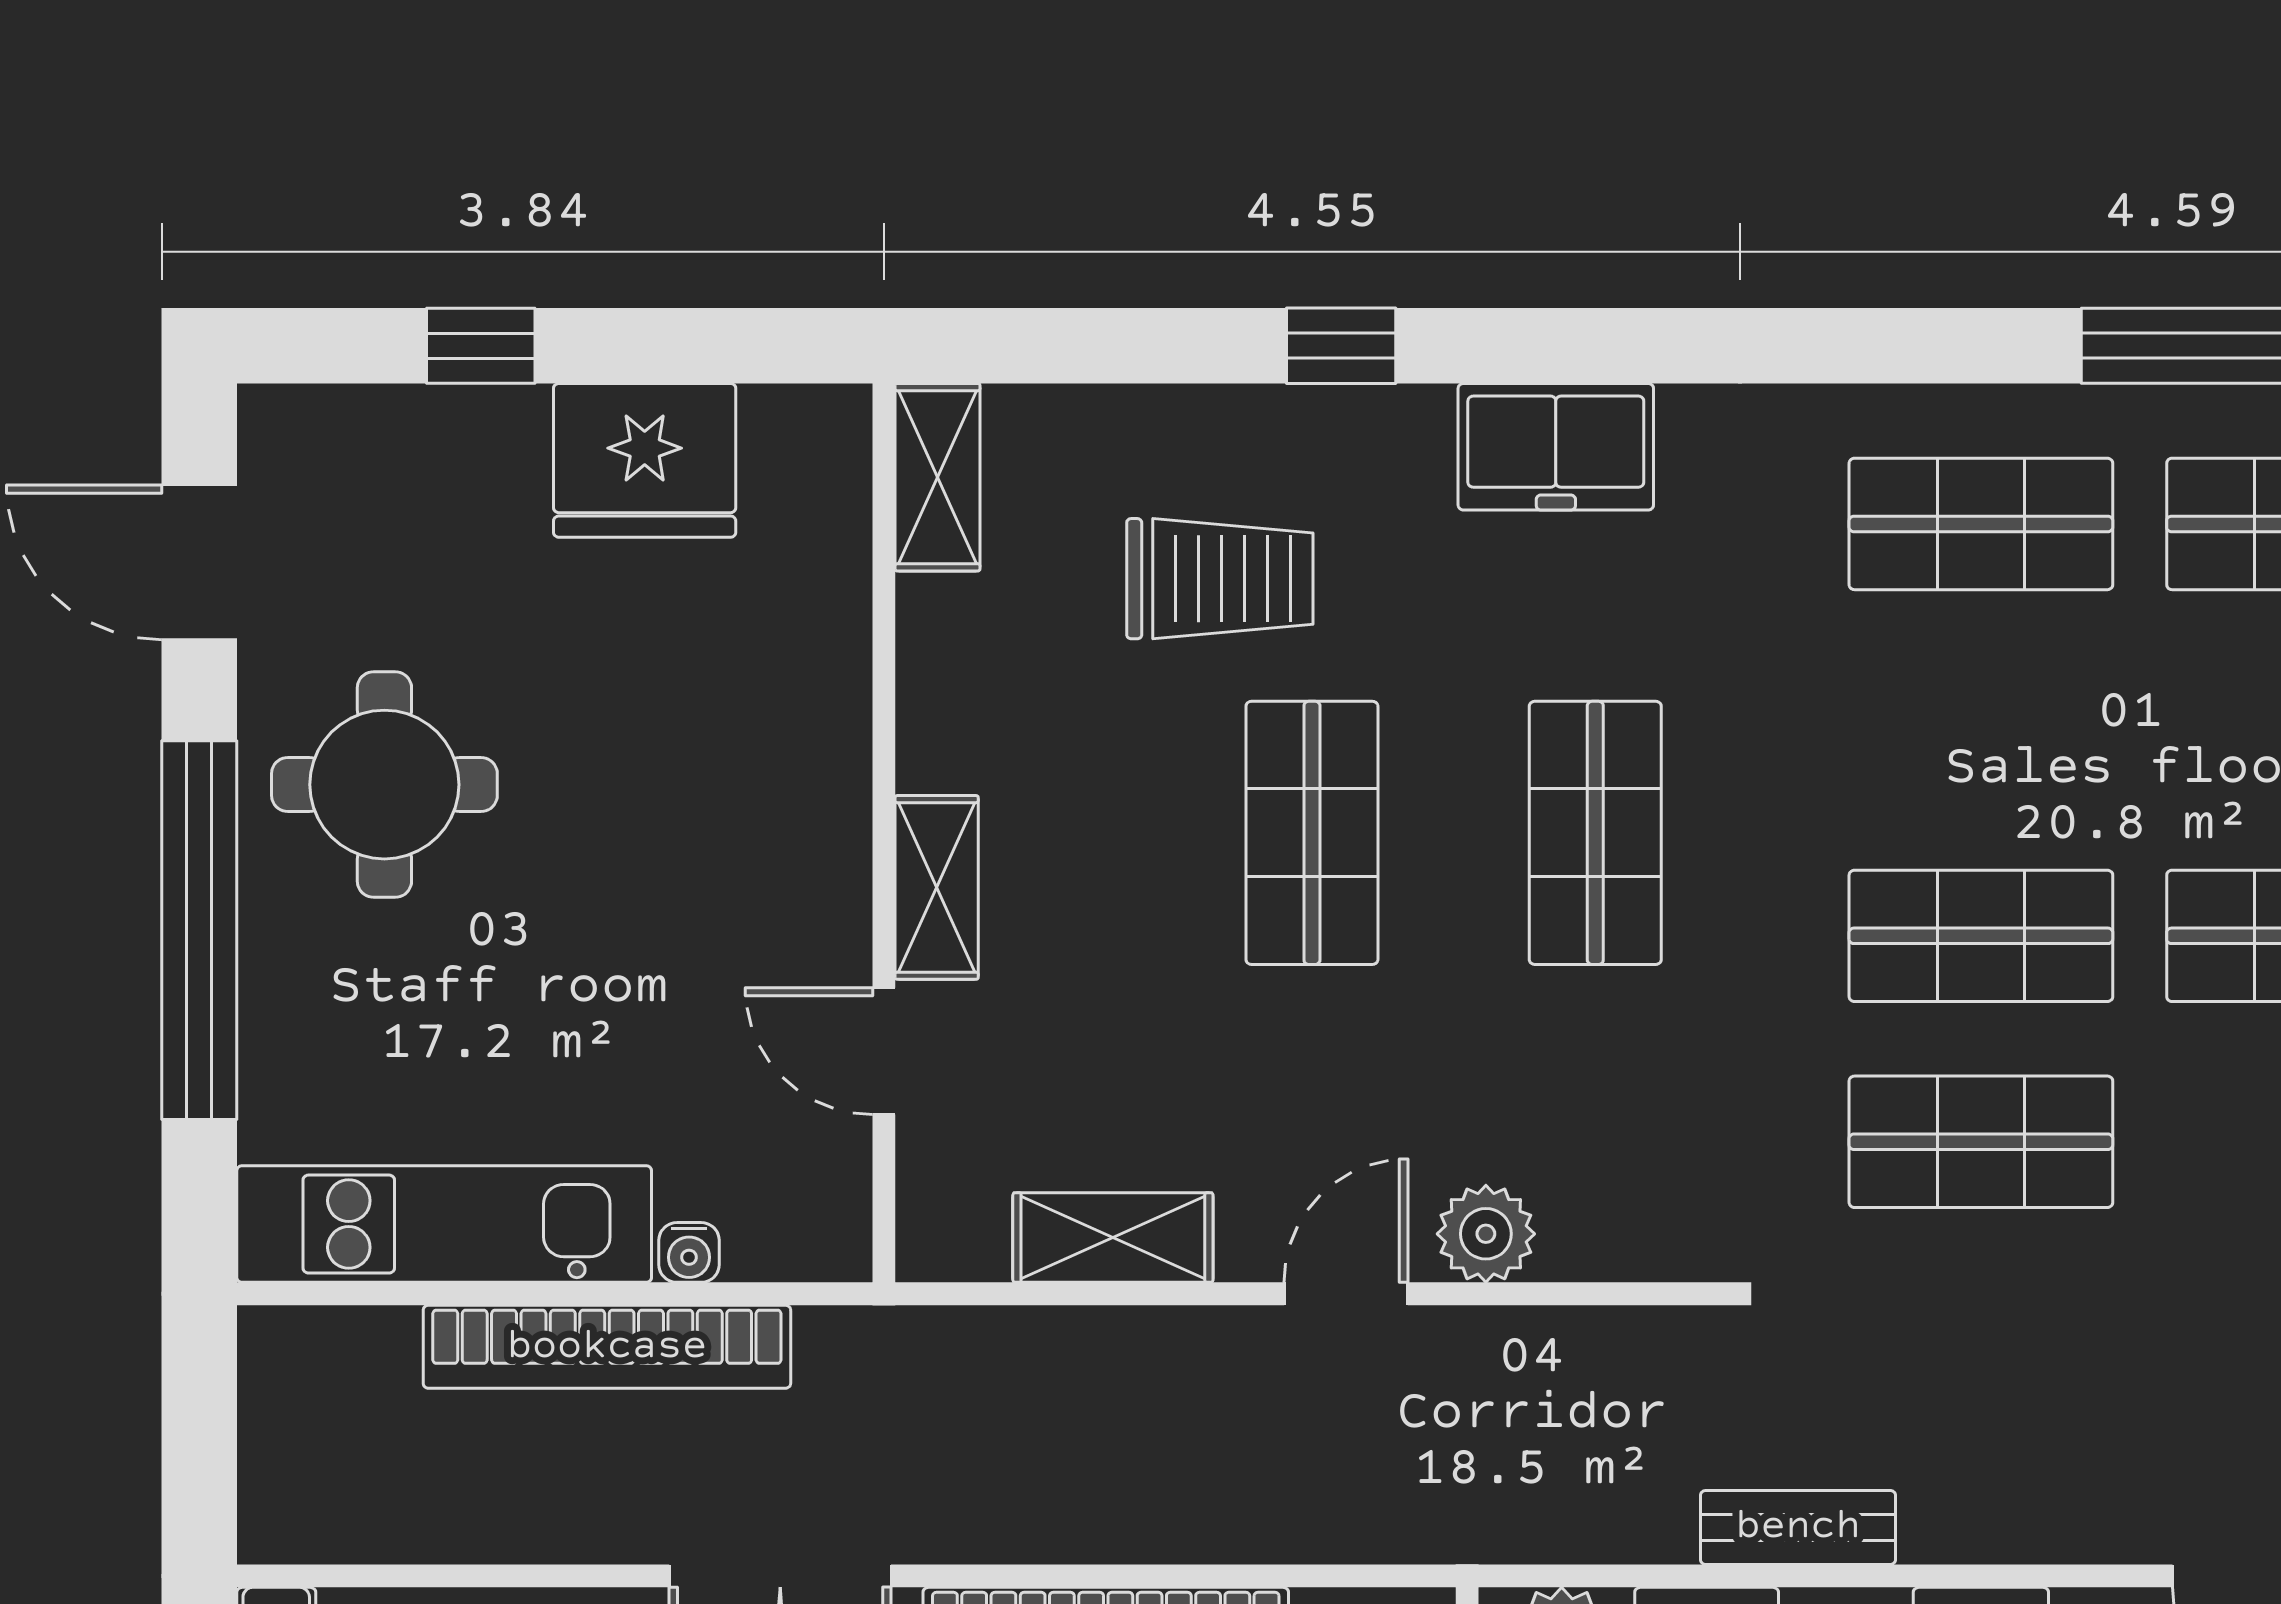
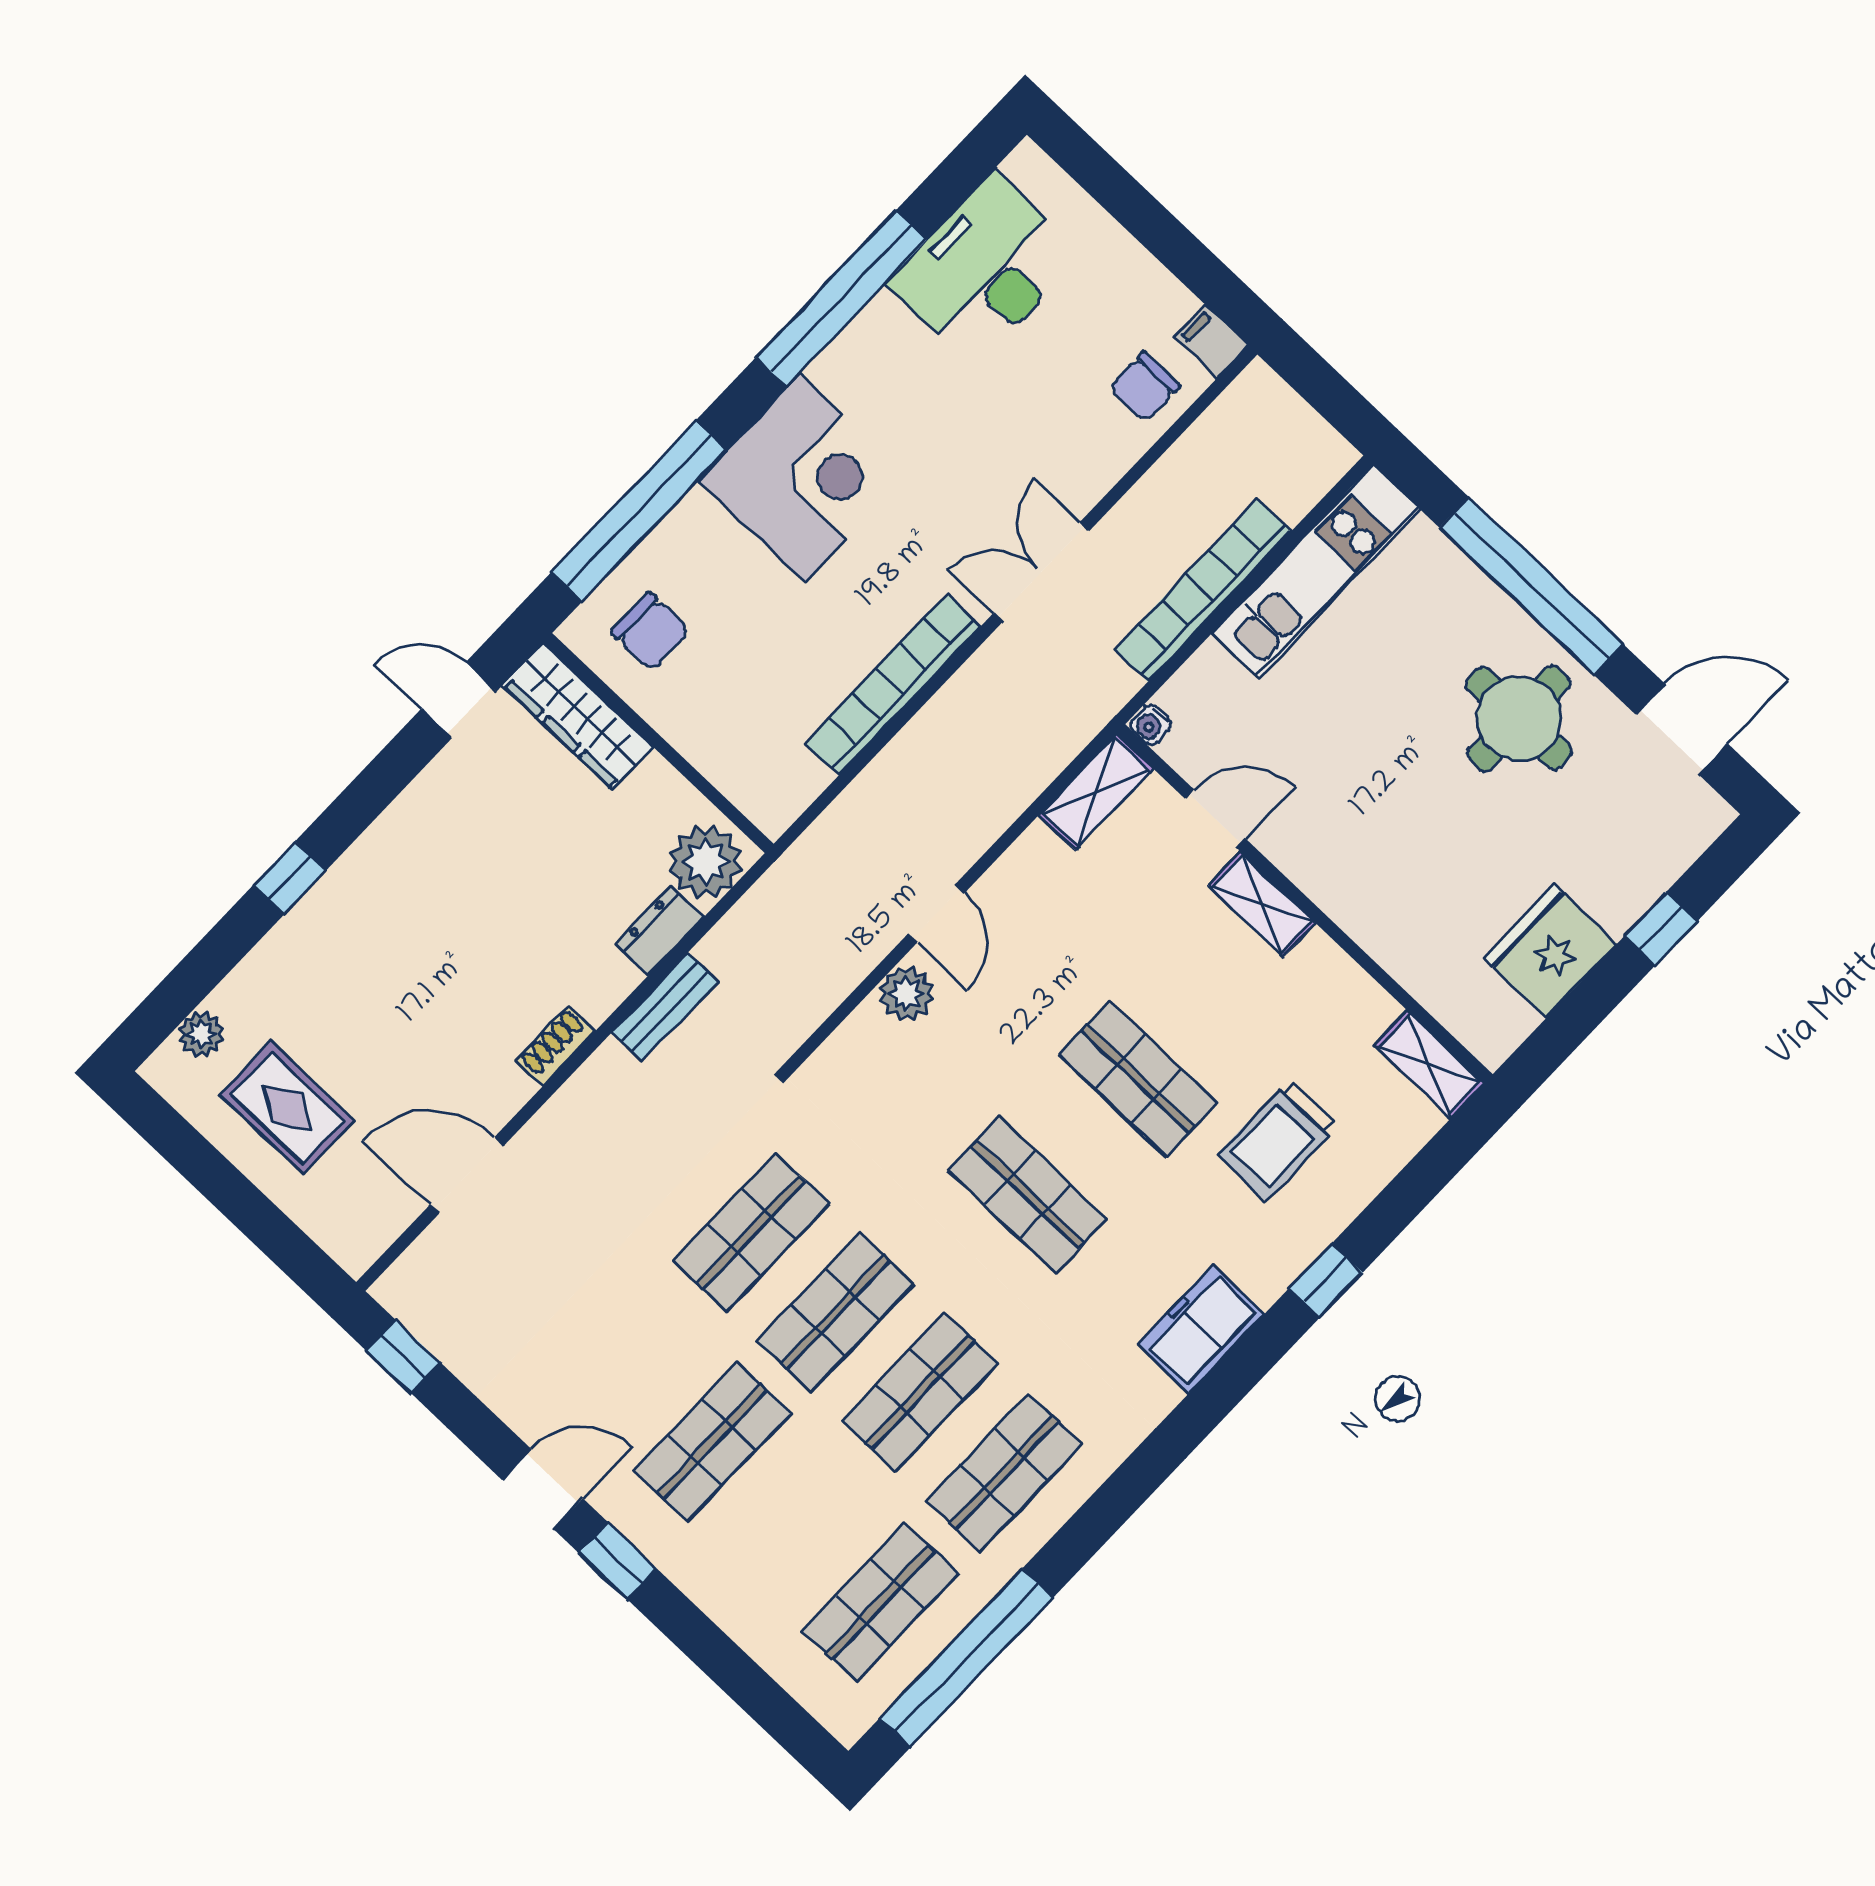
shop shelf: (1981, 730) -> (920, 1392), added
shelving: (1113, 1238) -> (1096, 792), moved
water cooler: (689, 1252) -> (1151, 725), moved, turned -90

